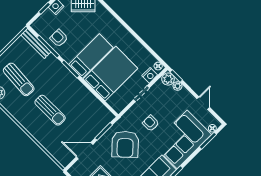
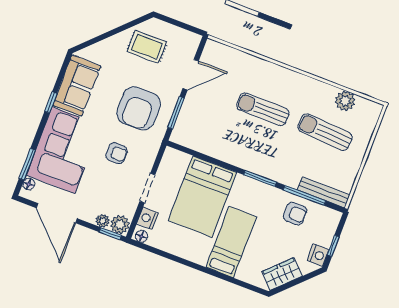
bed: (91, 56) -> (231, 242), moved, turned 180
door: (203, 103) -> (57, 213), width x1.88
armchair: (125, 144) -> (139, 108), turned -137

